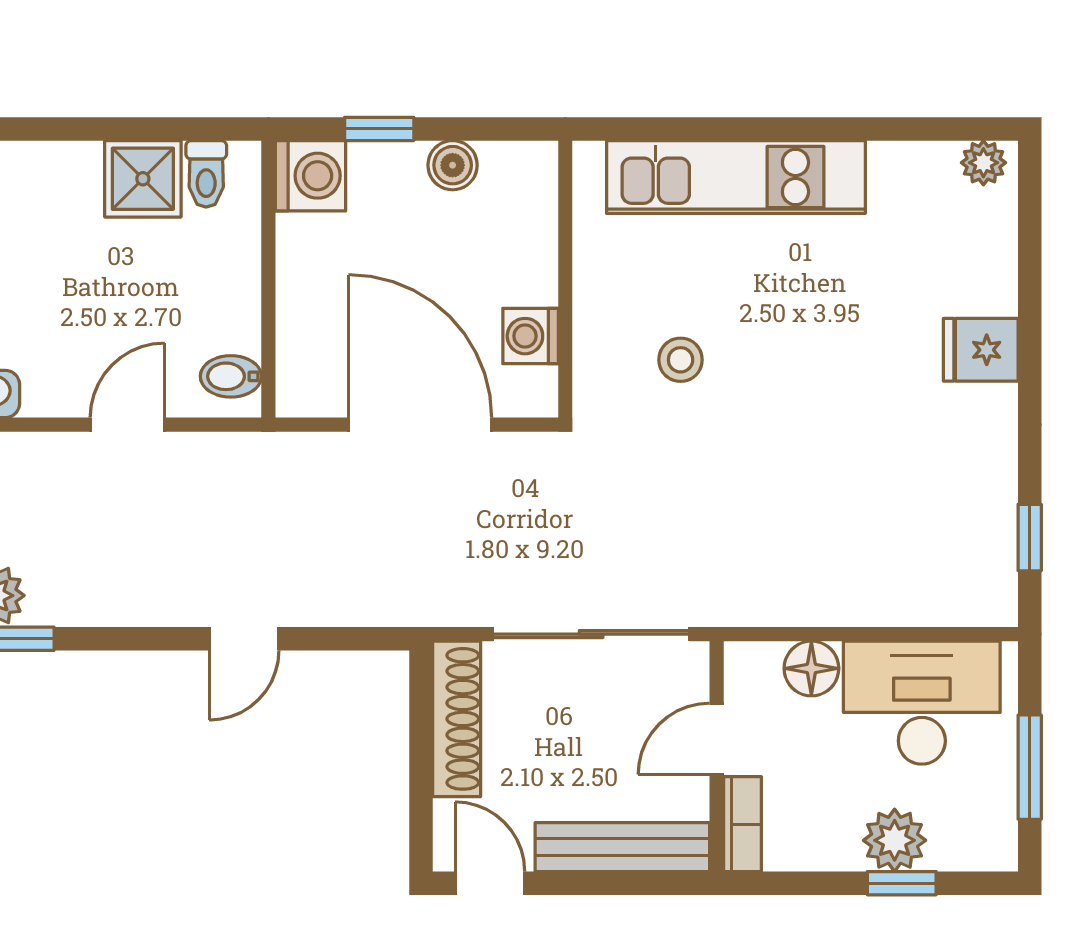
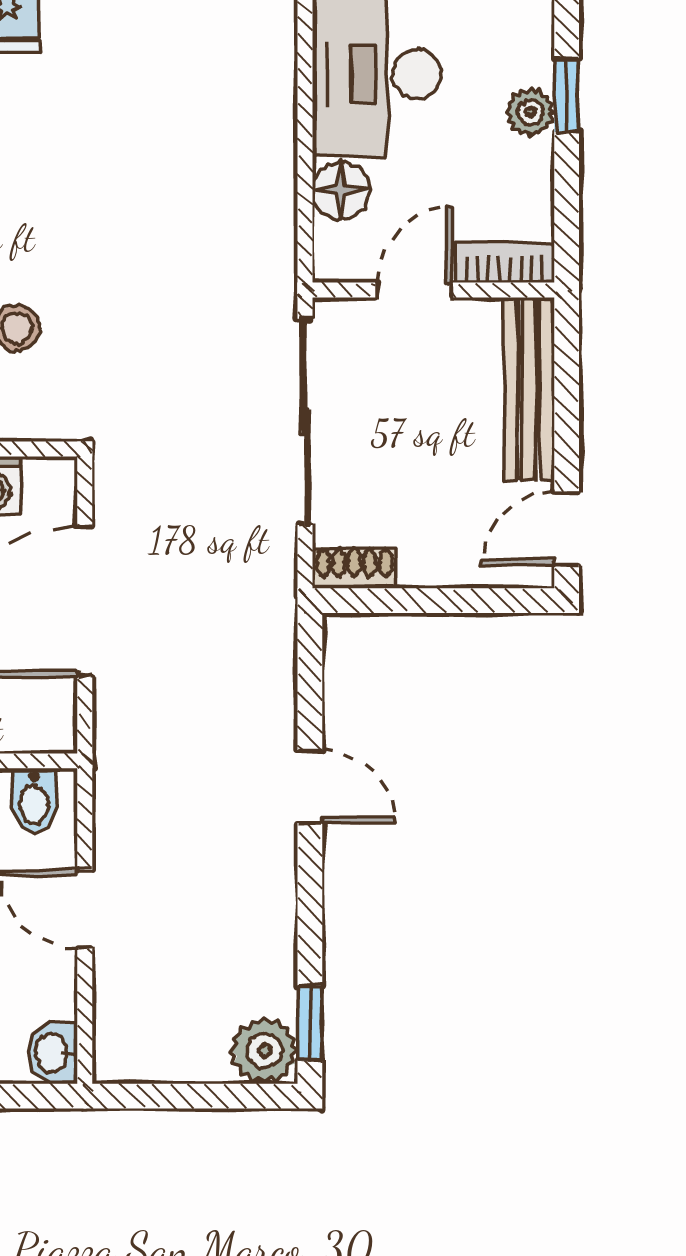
shoe rack: (457, 719) -> (354, 568), width x0.51, depth x0.81
door: (717, 739) -> (415, 290), swing flipped
plant: (895, 840) -> (531, 112), width x0.73, depth x0.73

